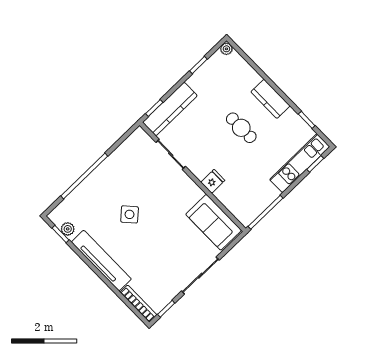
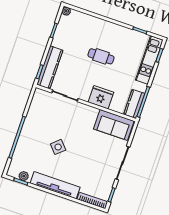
kitchen counter: (270, 99) -> (134, 104), moved, turned 90
fridge: (213, 181) -> (101, 97), width x1.88, depth x1.34

